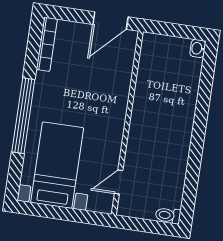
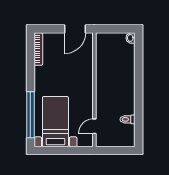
window: (23, 116) -> (30, 115), moved
toilet: (168, 215) -> (127, 119), moved

